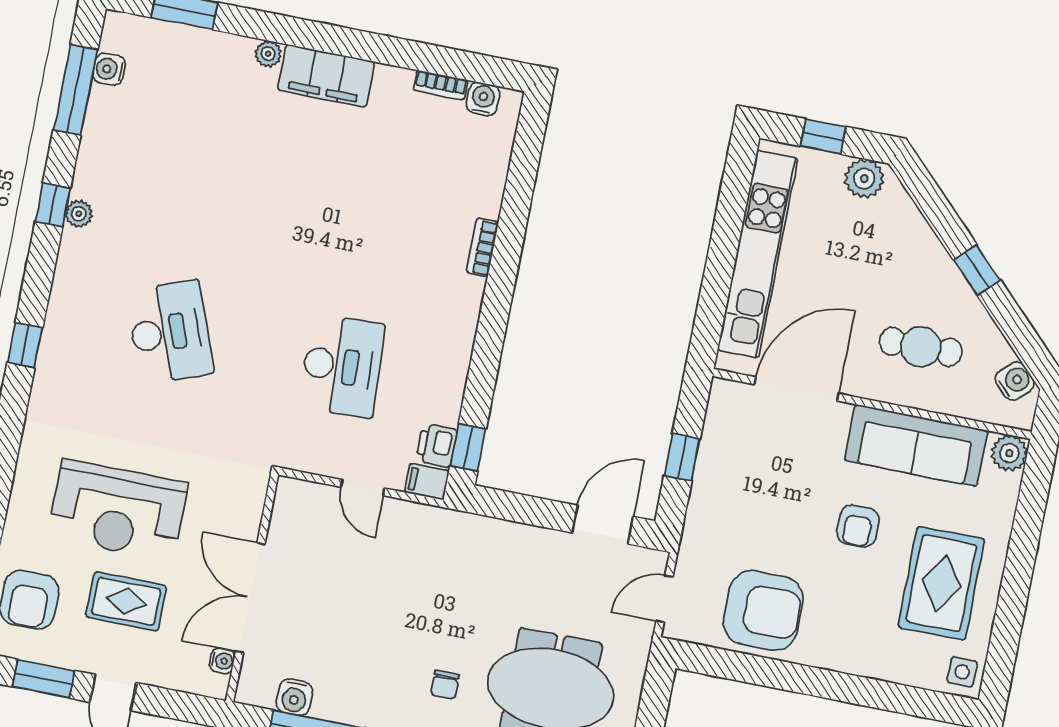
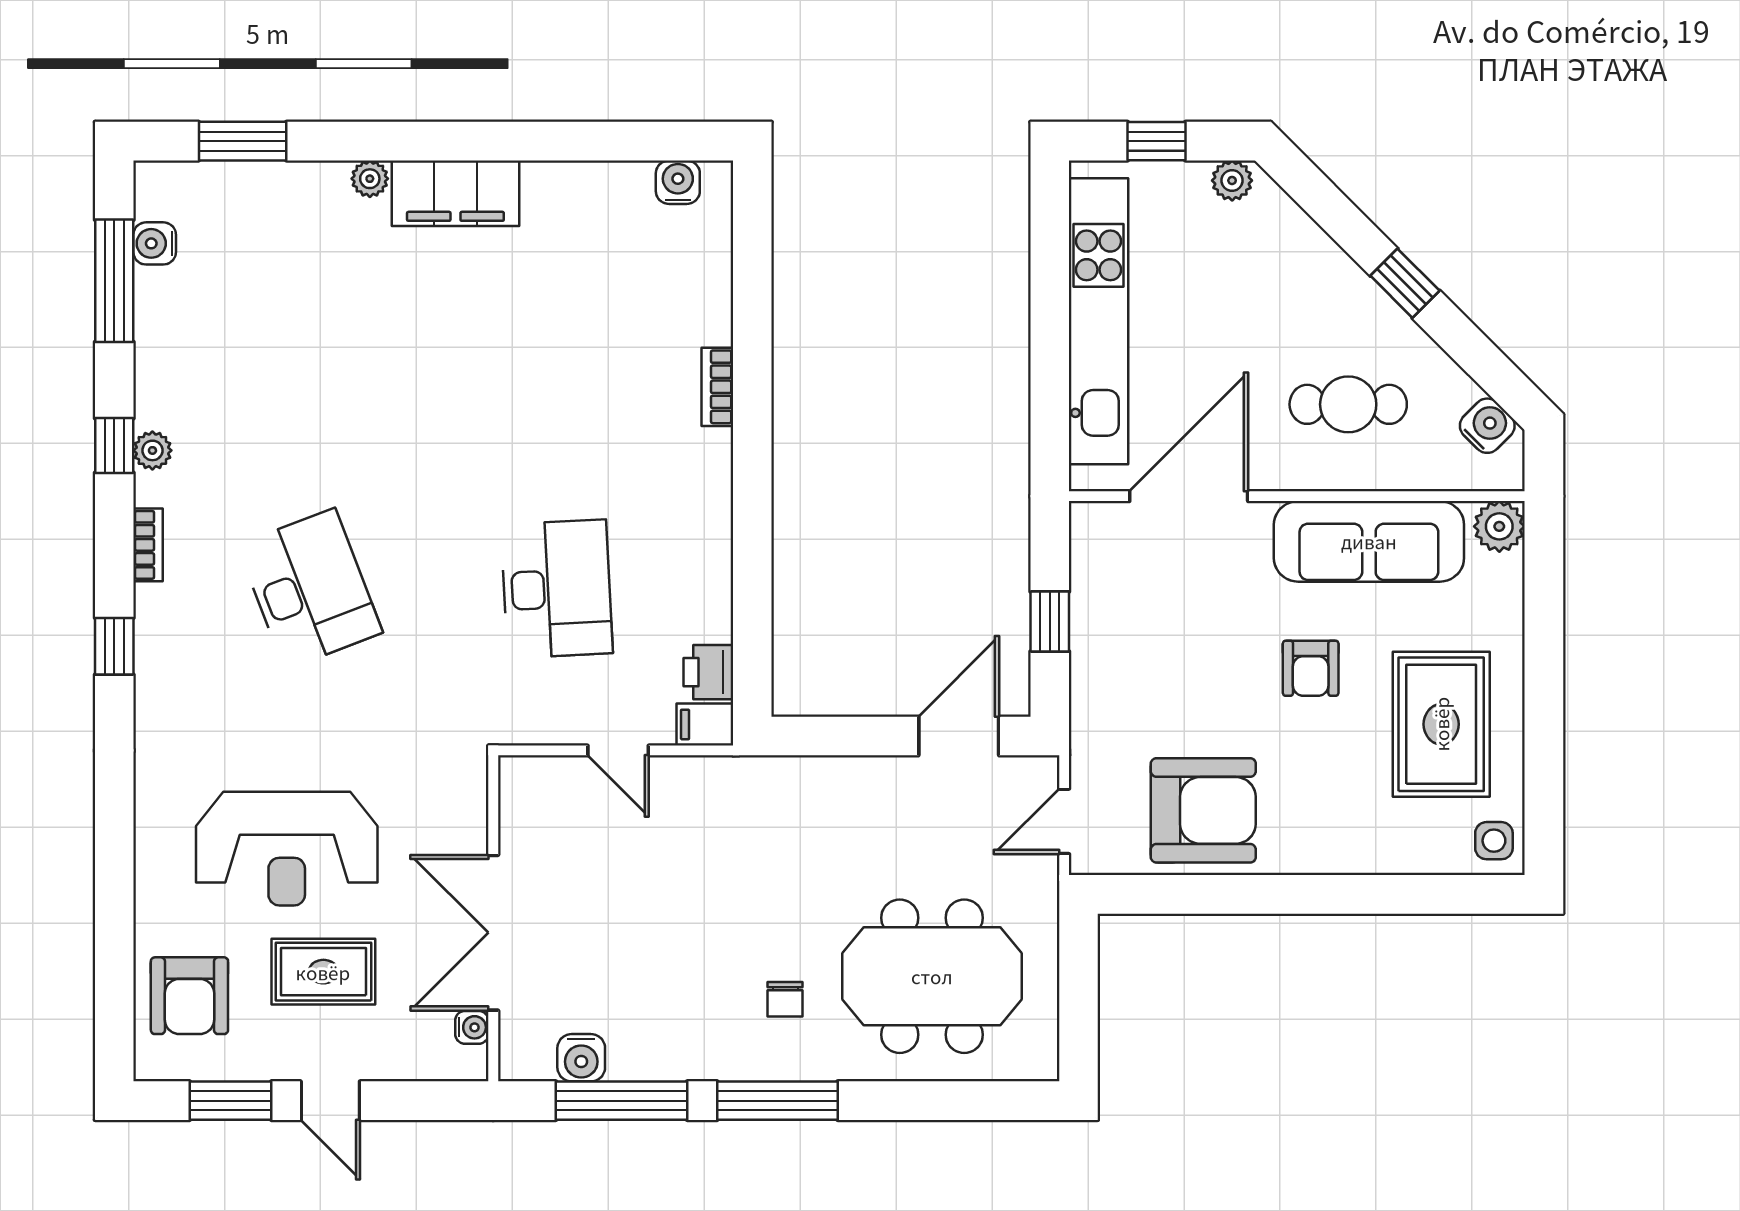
bookcase: (441, 85) -> (148, 545), moved, turned -90
plant: (864, 179) -> (1232, 180), width x0.73, depth x0.73
window: (468, 447) -> (752, 666), removed

